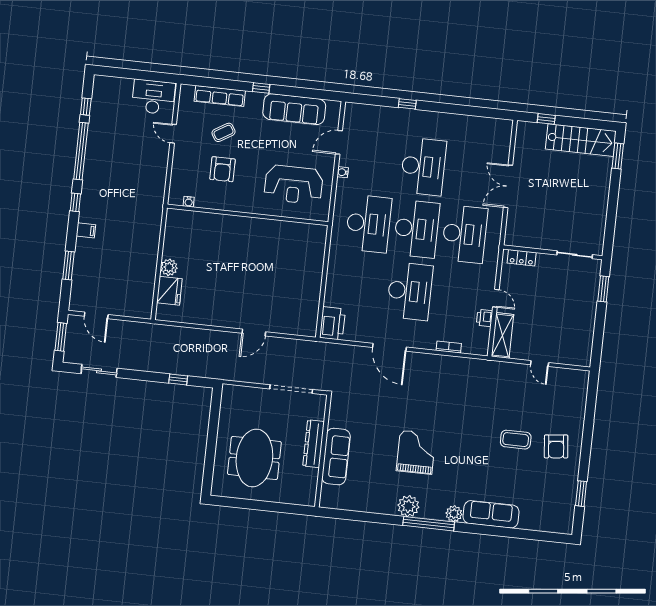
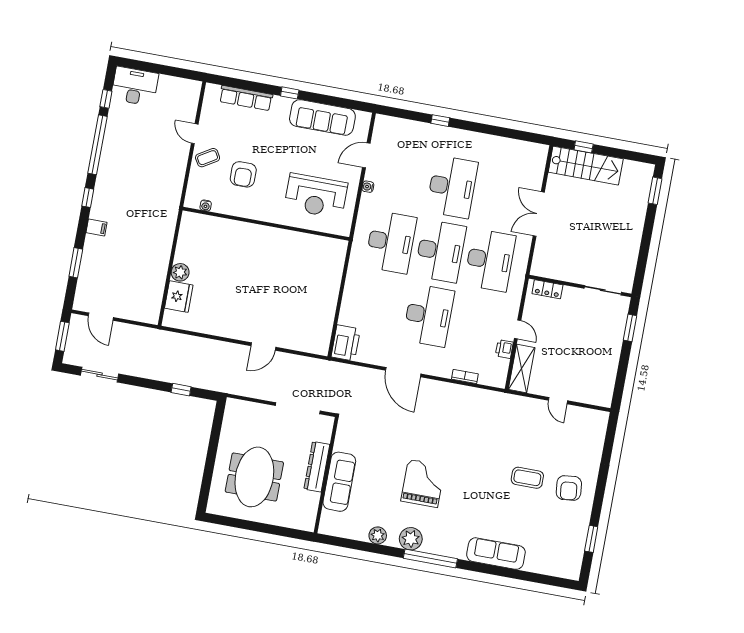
desk: (153, 97) -> (135, 86), moved
coffee table: (224, 132) -> (208, 158), moved
stairs: (581, 140) -> (586, 166), moved
plant: (454, 514) -> (378, 535), moved

